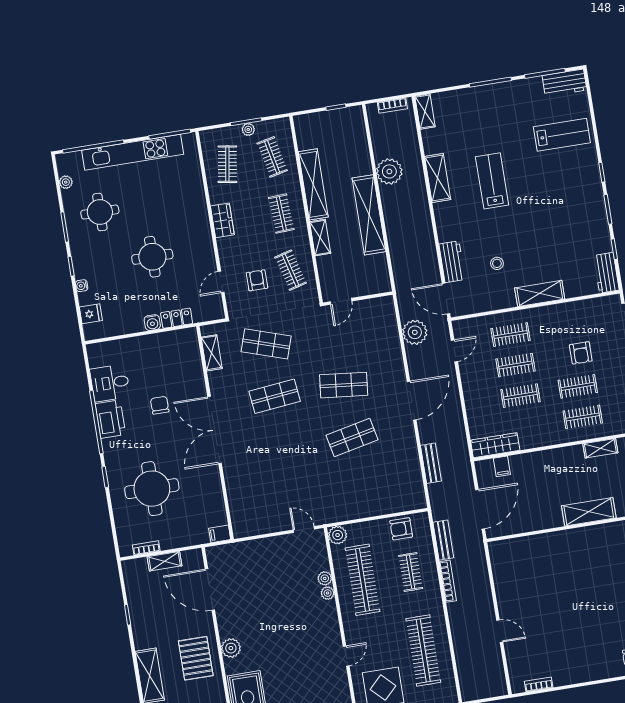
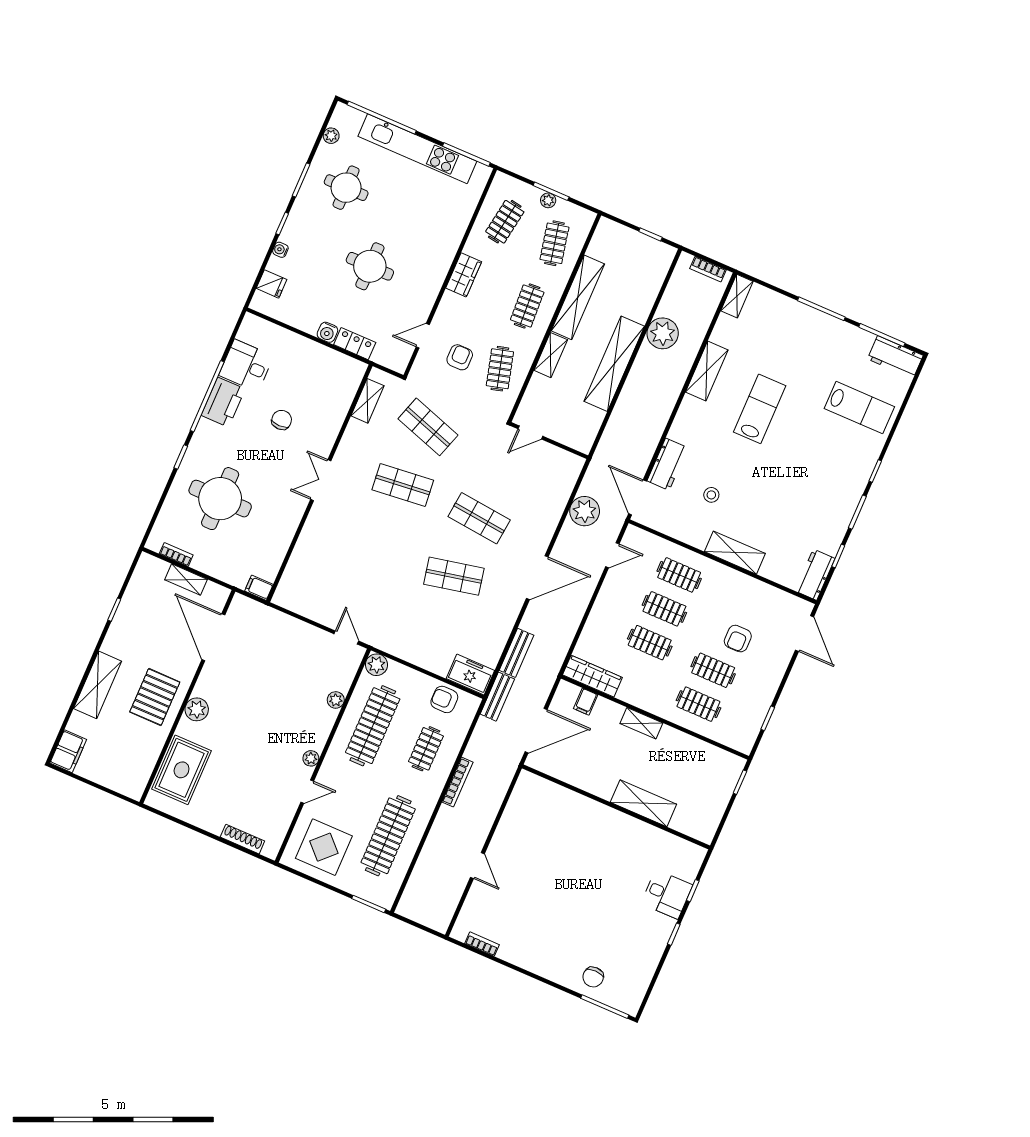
double door: (215, 430) -> (321, 480), width x0.54
shelving: (600, 448) -> (641, 723), moved
freezer: (408, 499) -> (470, 675), added
bench: (443, 540) -> (497, 697), moved
plant: (328, 593) -> (311, 758), moved

